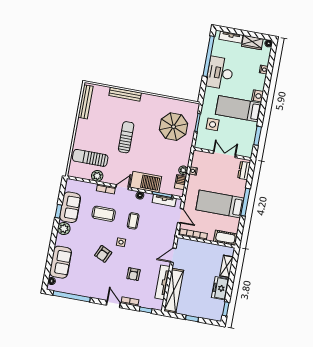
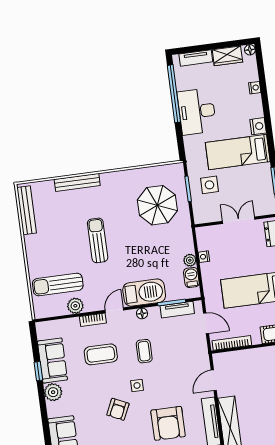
armchair: (133, 274) -> (168, 423), width x1.88, depth x1.88

